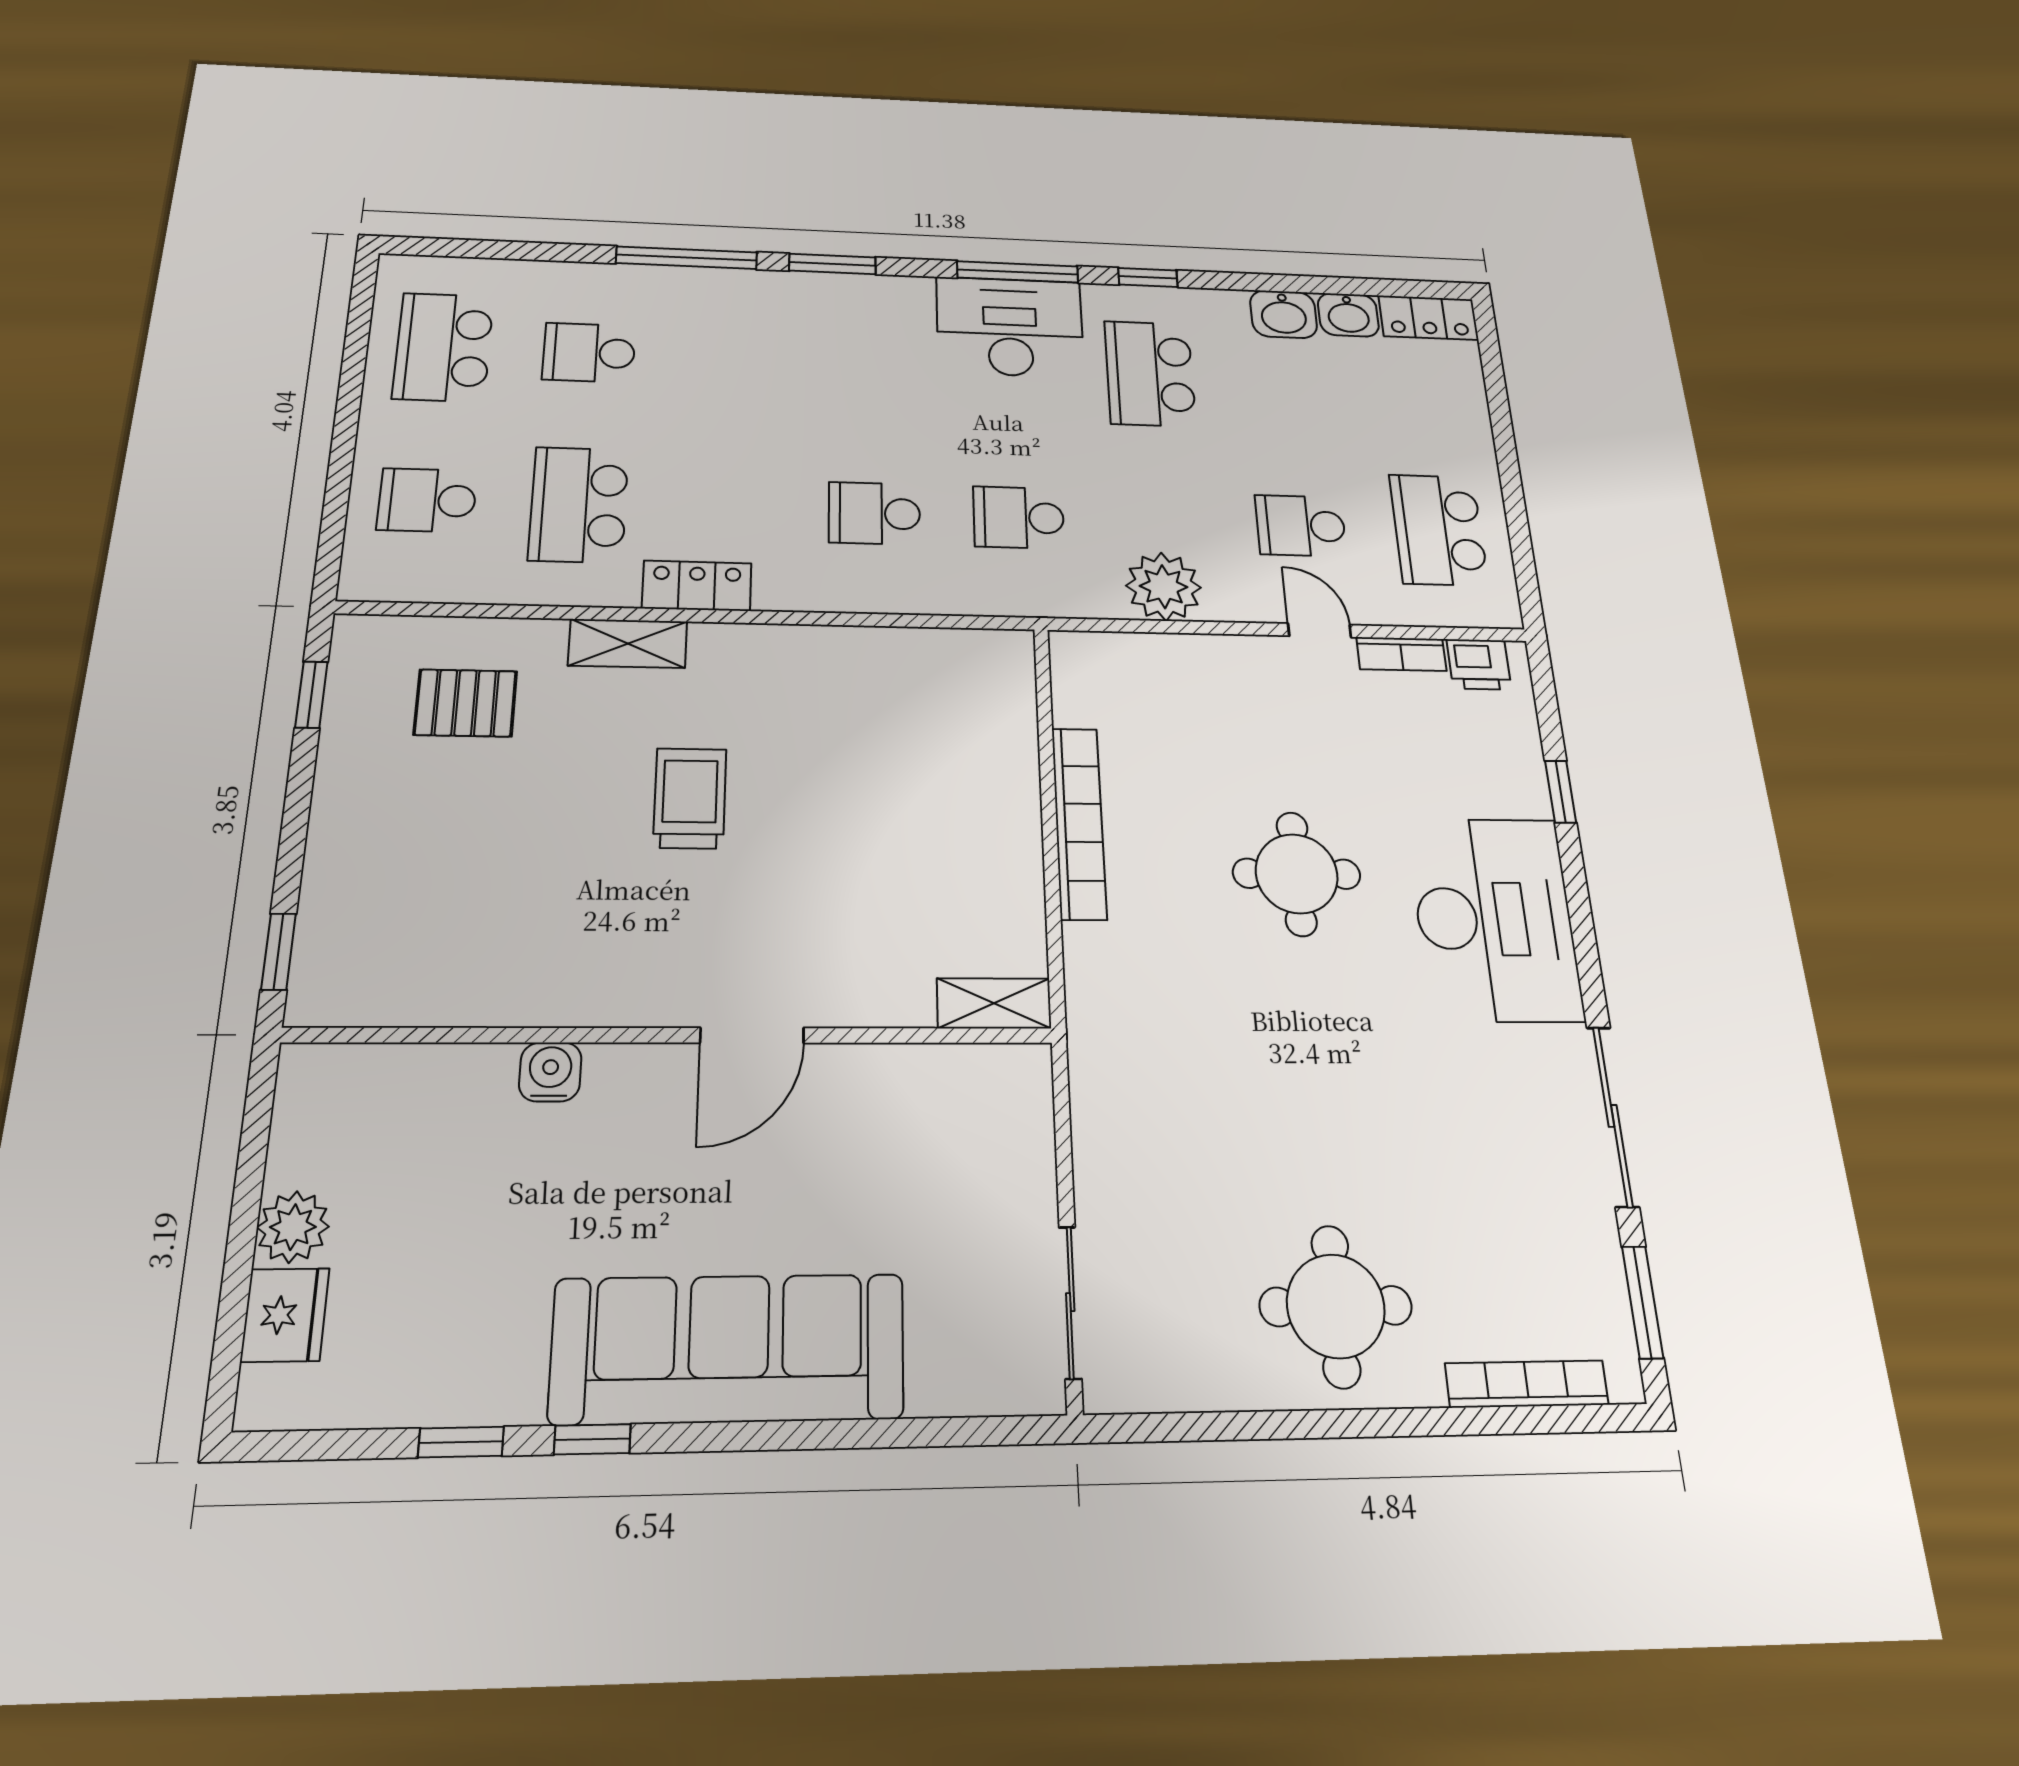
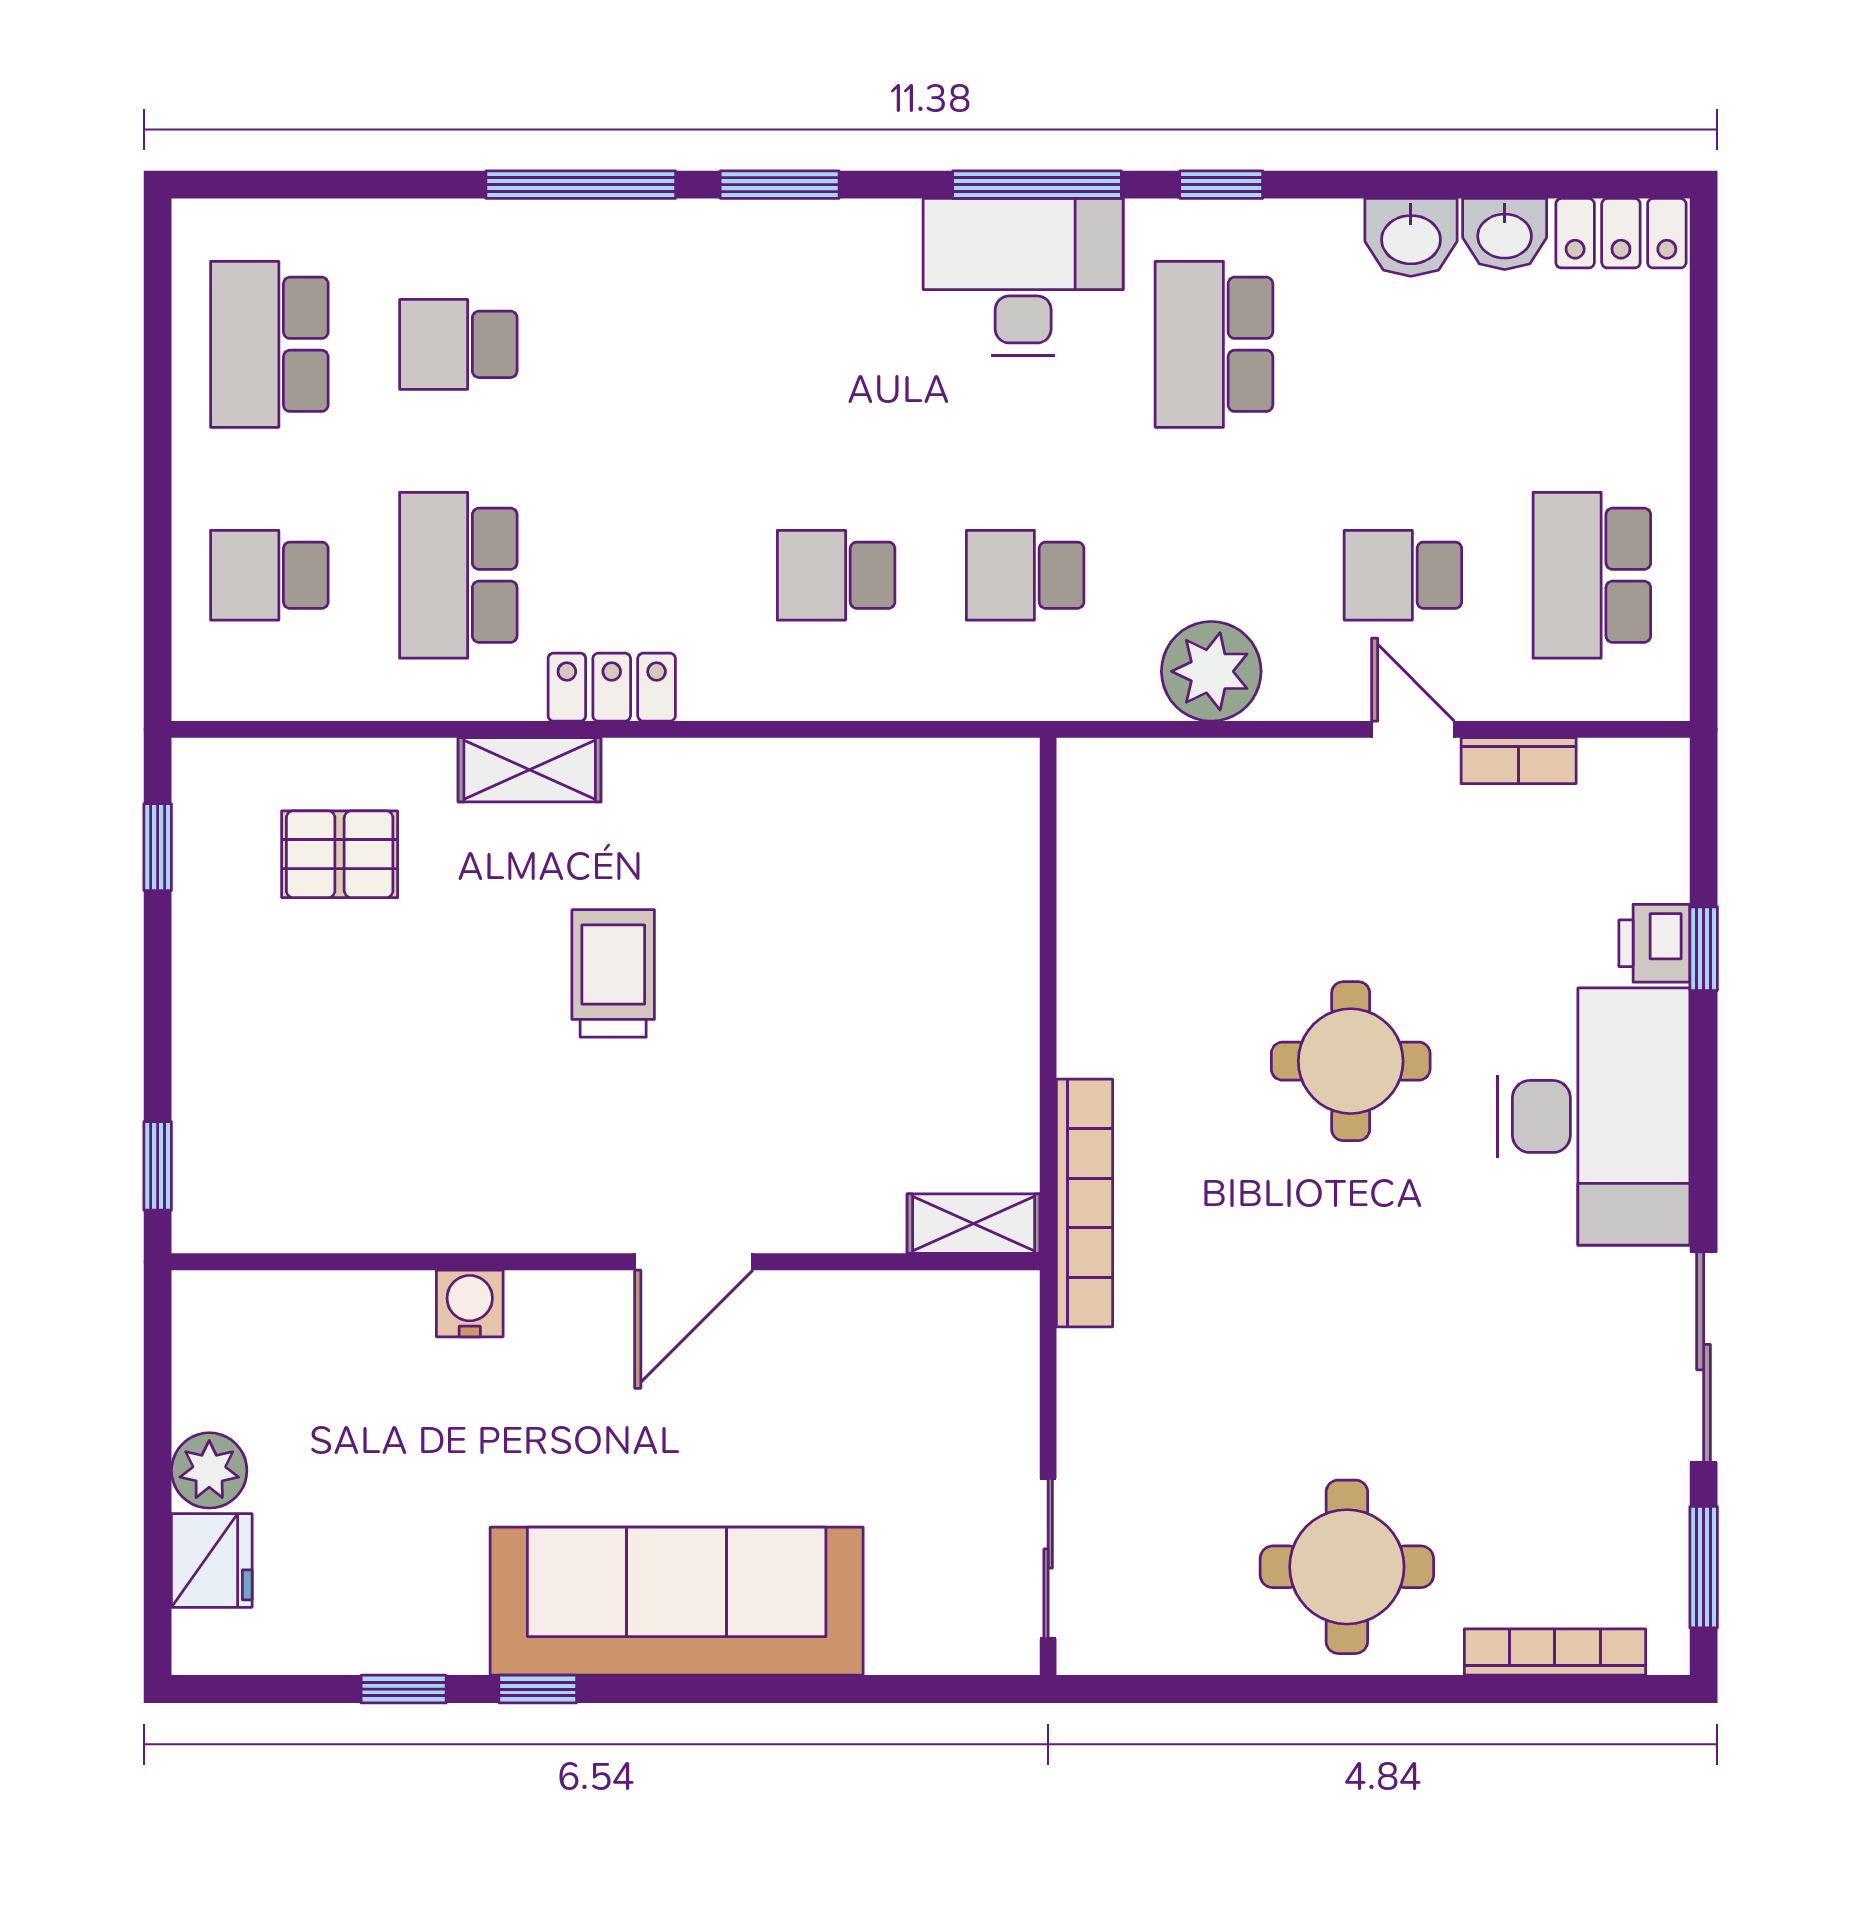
printer: (1479, 664) -> (1654, 943), moved, turned 90
bookcase: (1079, 823) -> (1085, 1203), moved

